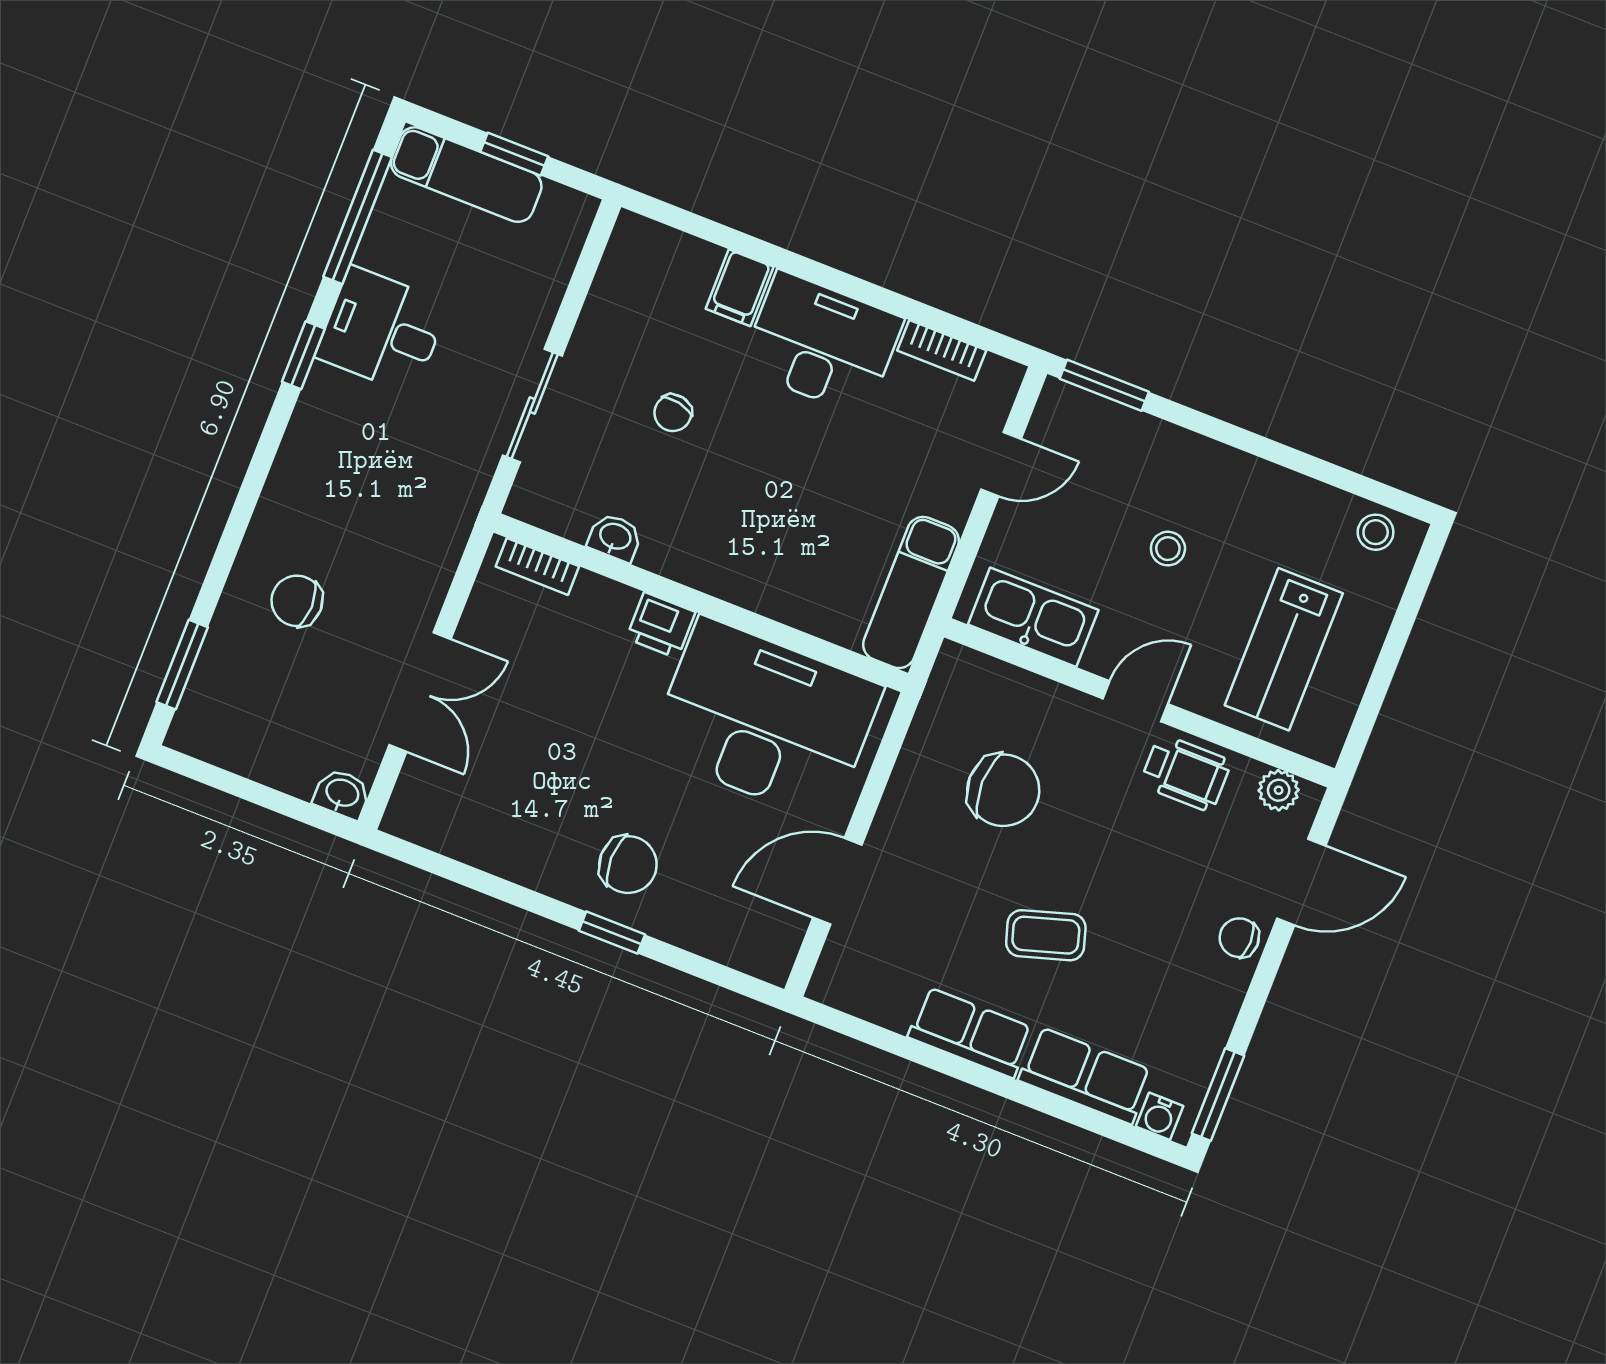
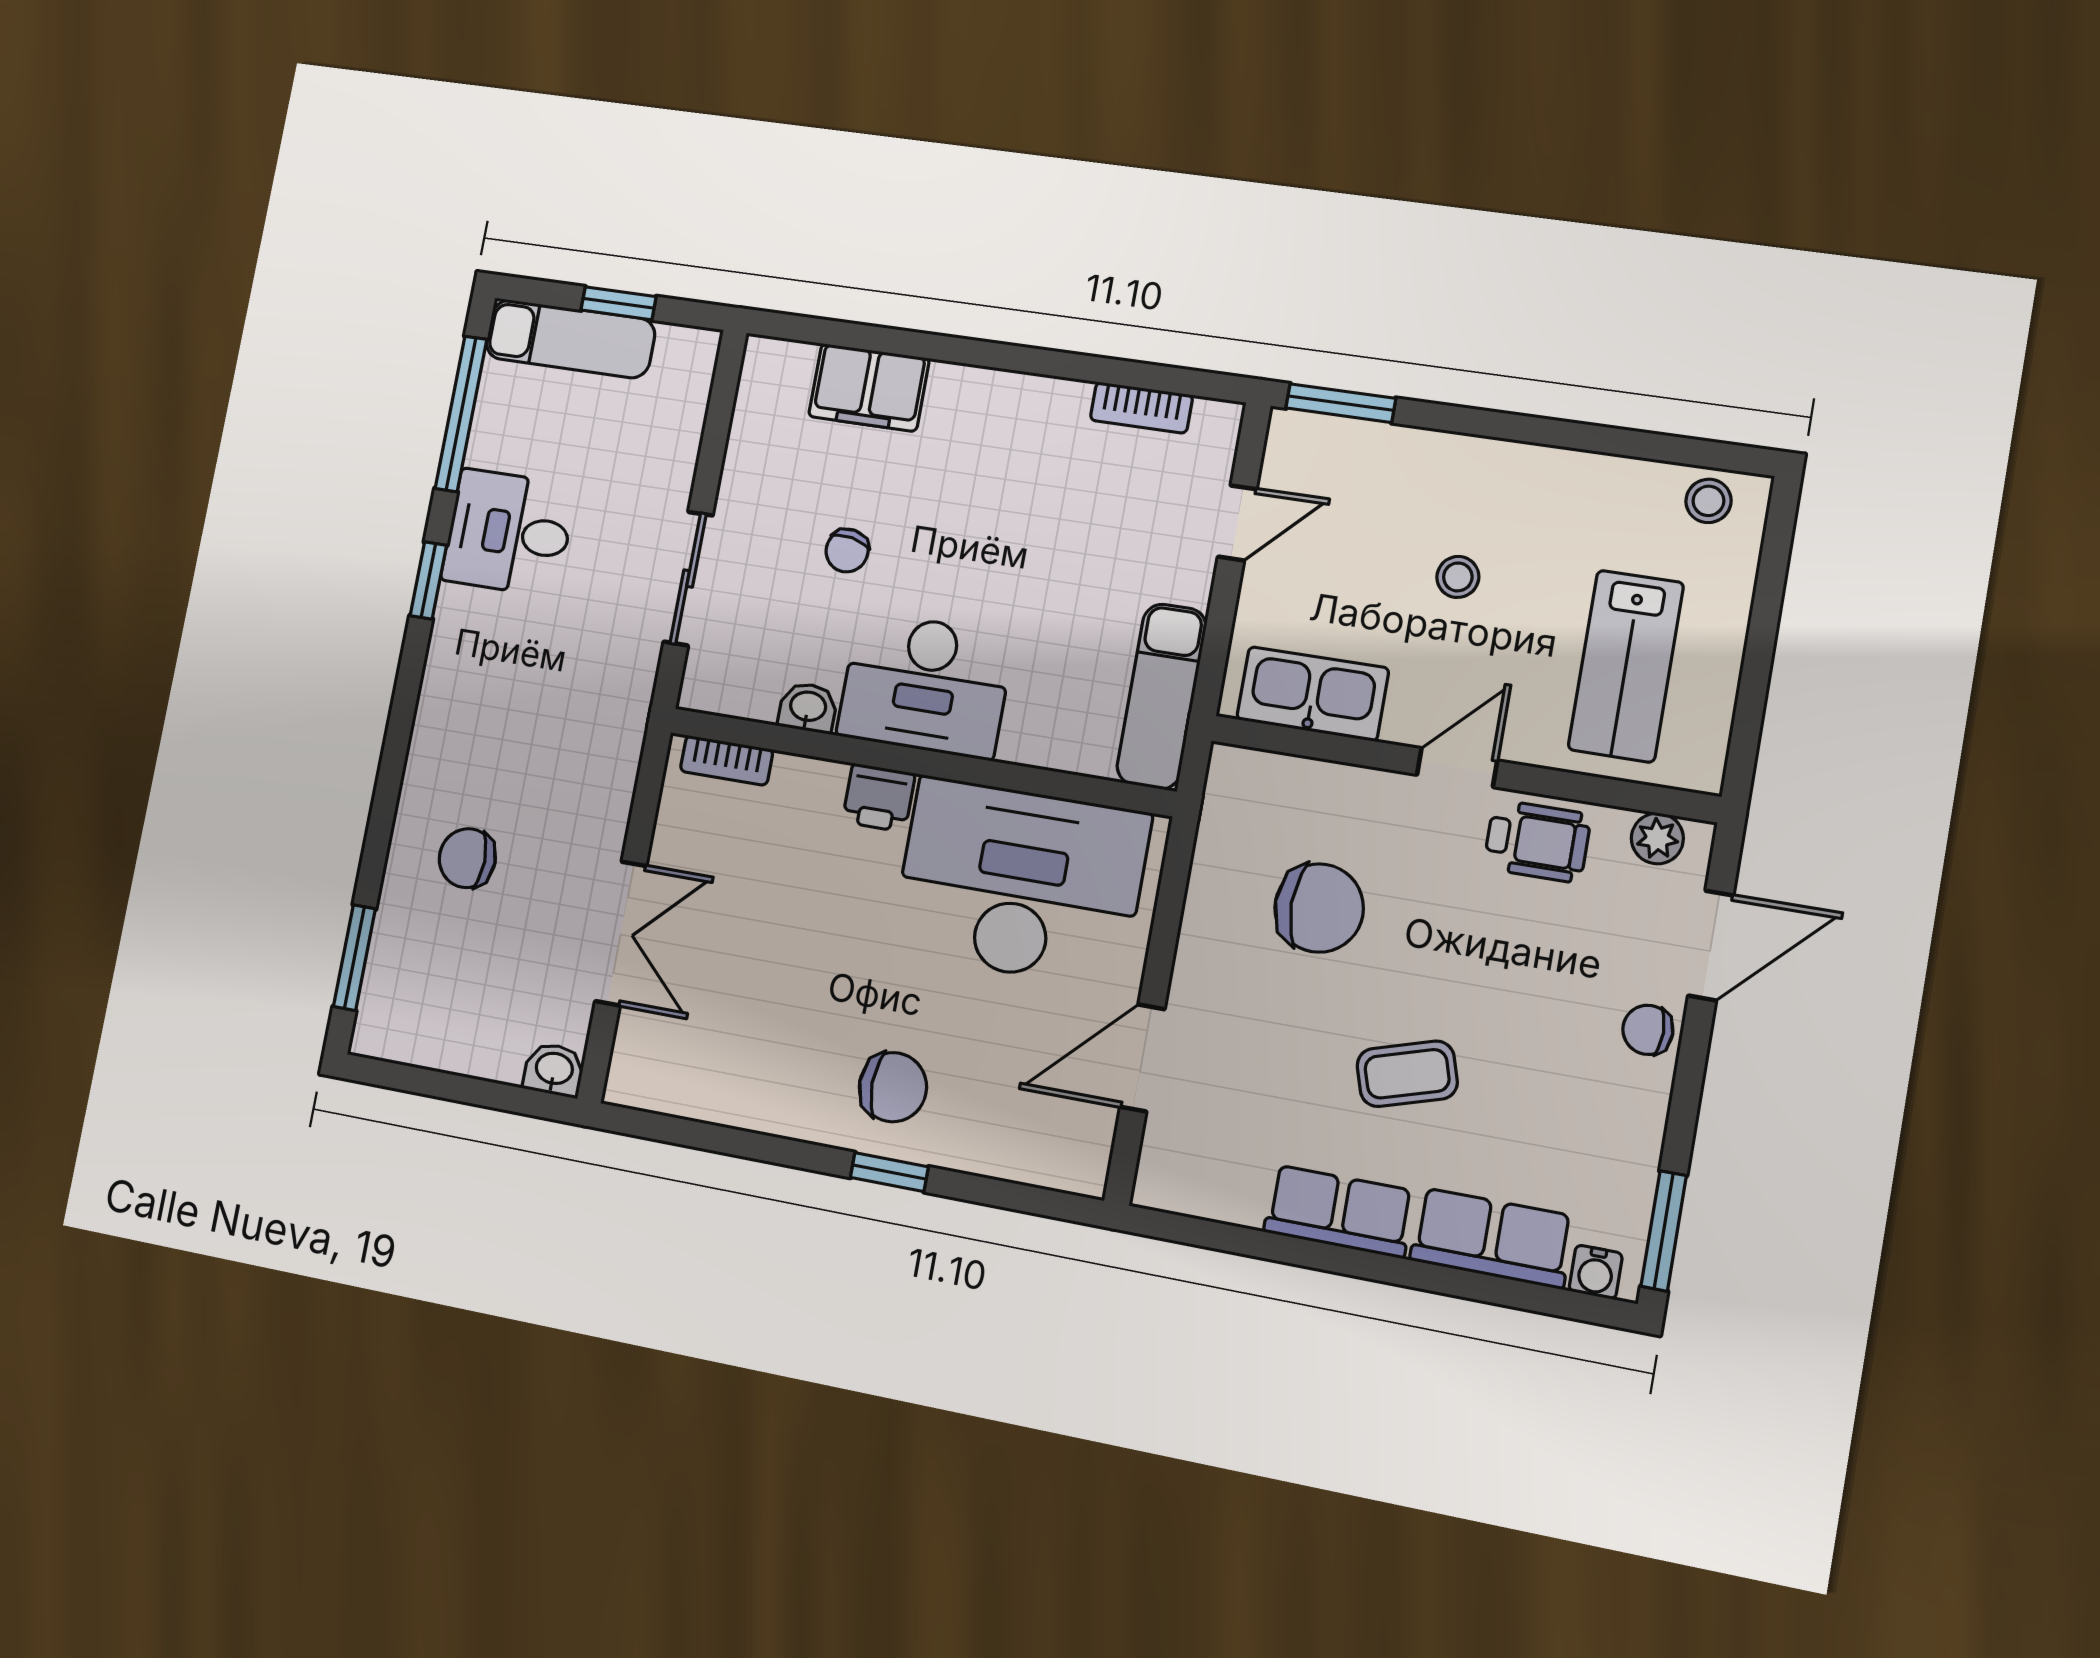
filing cabinet: (740, 288) -> (869, 387), width x2.00
desk: (822, 344) -> (925, 685), moved, turned 180

